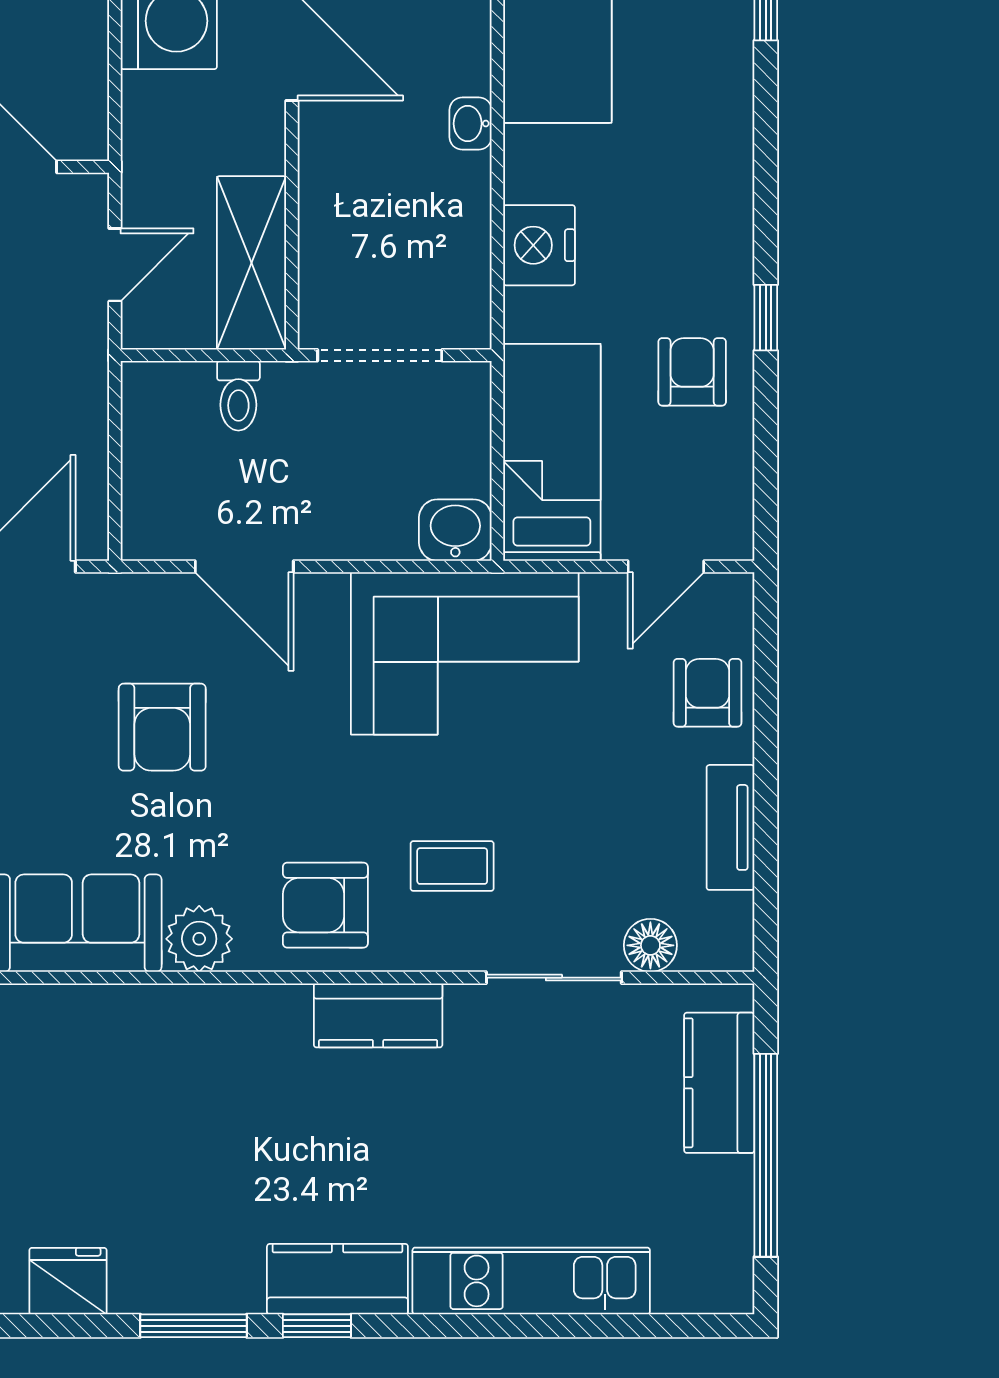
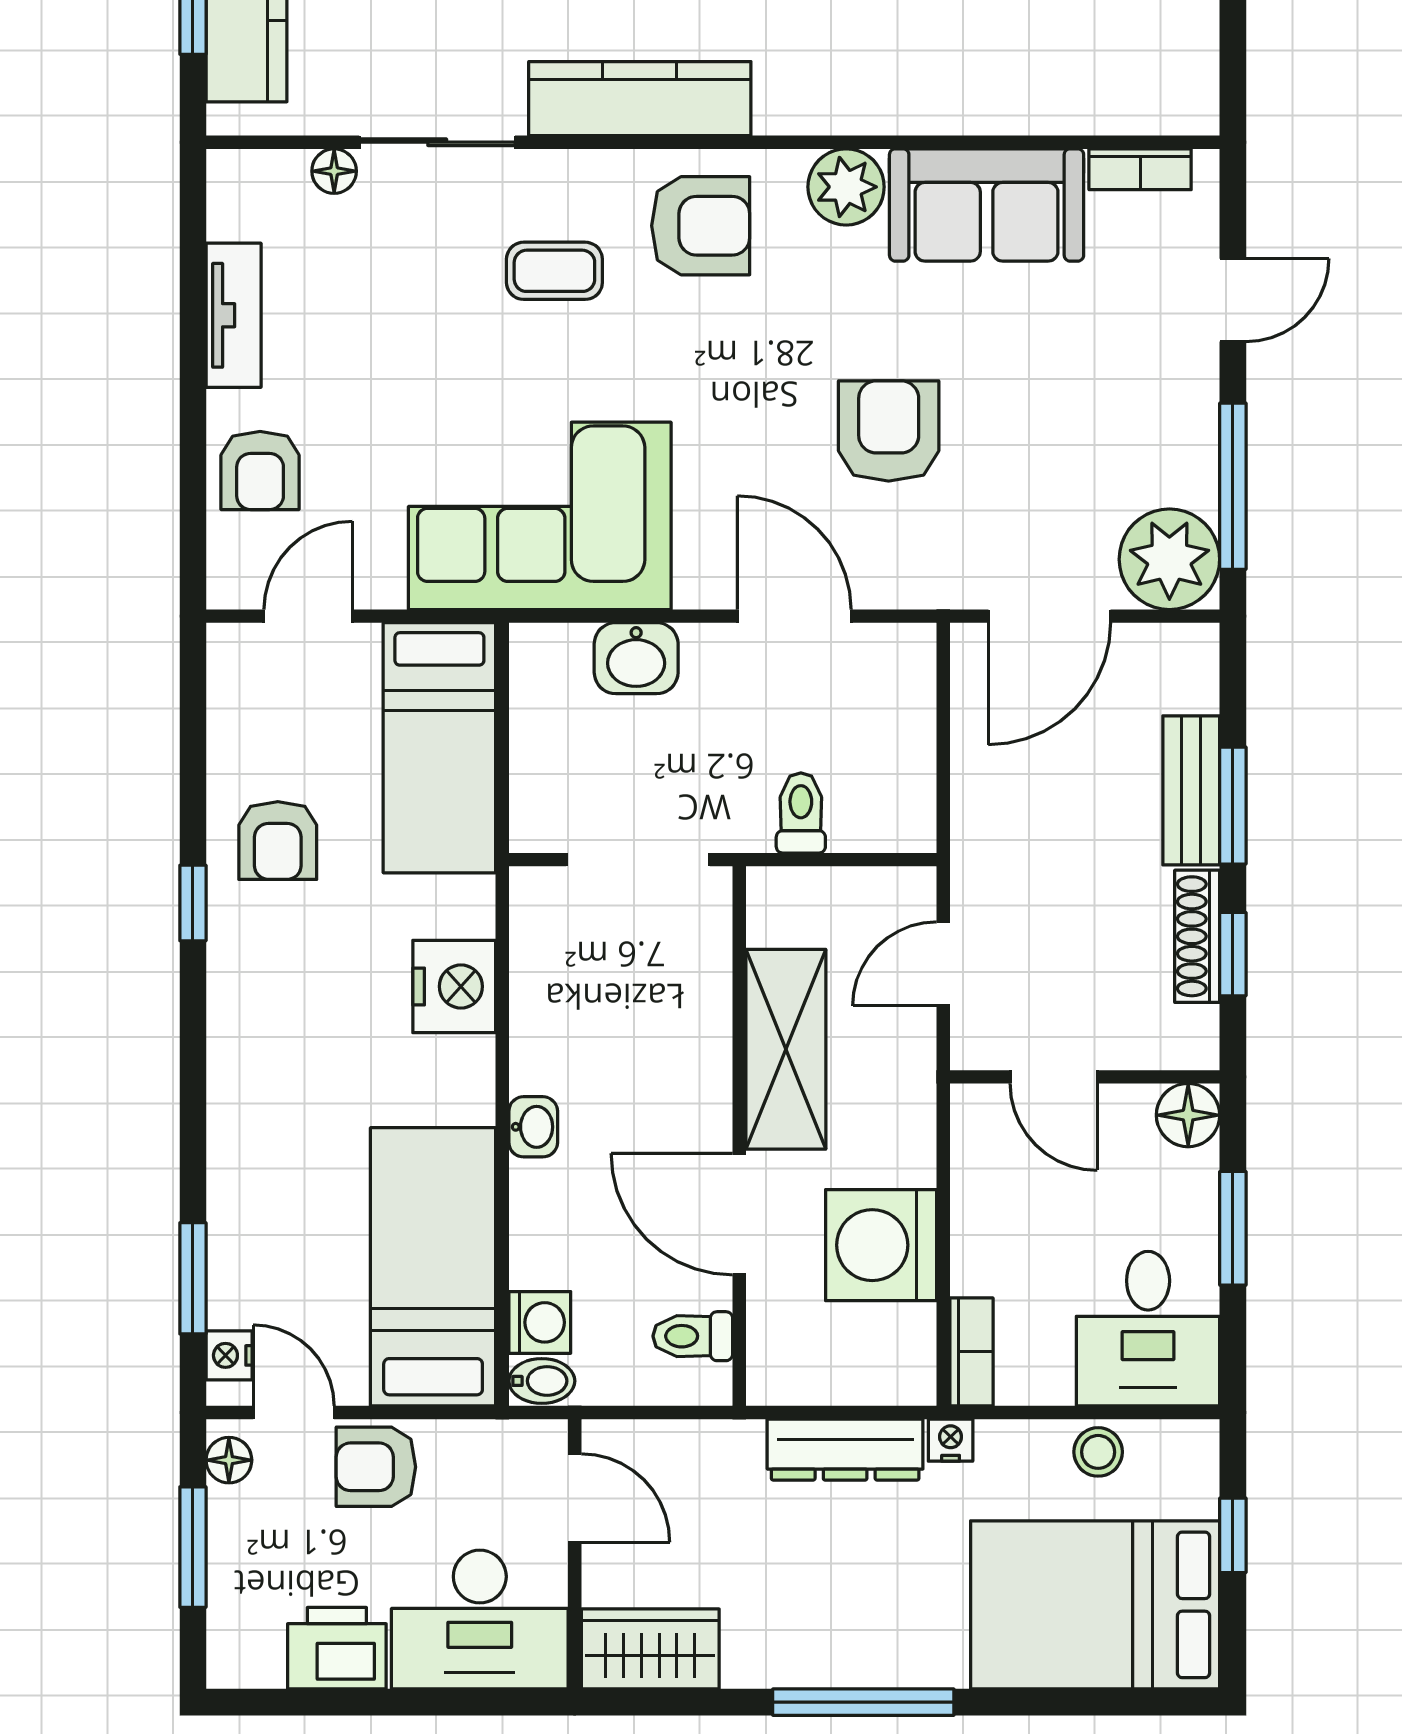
shelving: (251, 263) -> (786, 1049), moved
washbasin: (455, 530) -> (636, 658), moved
floor lamp: (650, 945) -> (334, 171), width x0.73, depth x0.73
kitchen counter: (378, 1015) -> (640, 99), width x1.50

